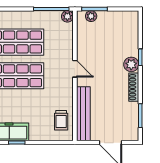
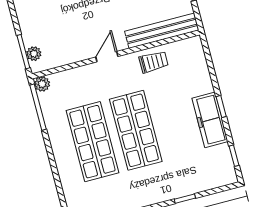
trolley: (61, 120) -> (154, 62), moved

